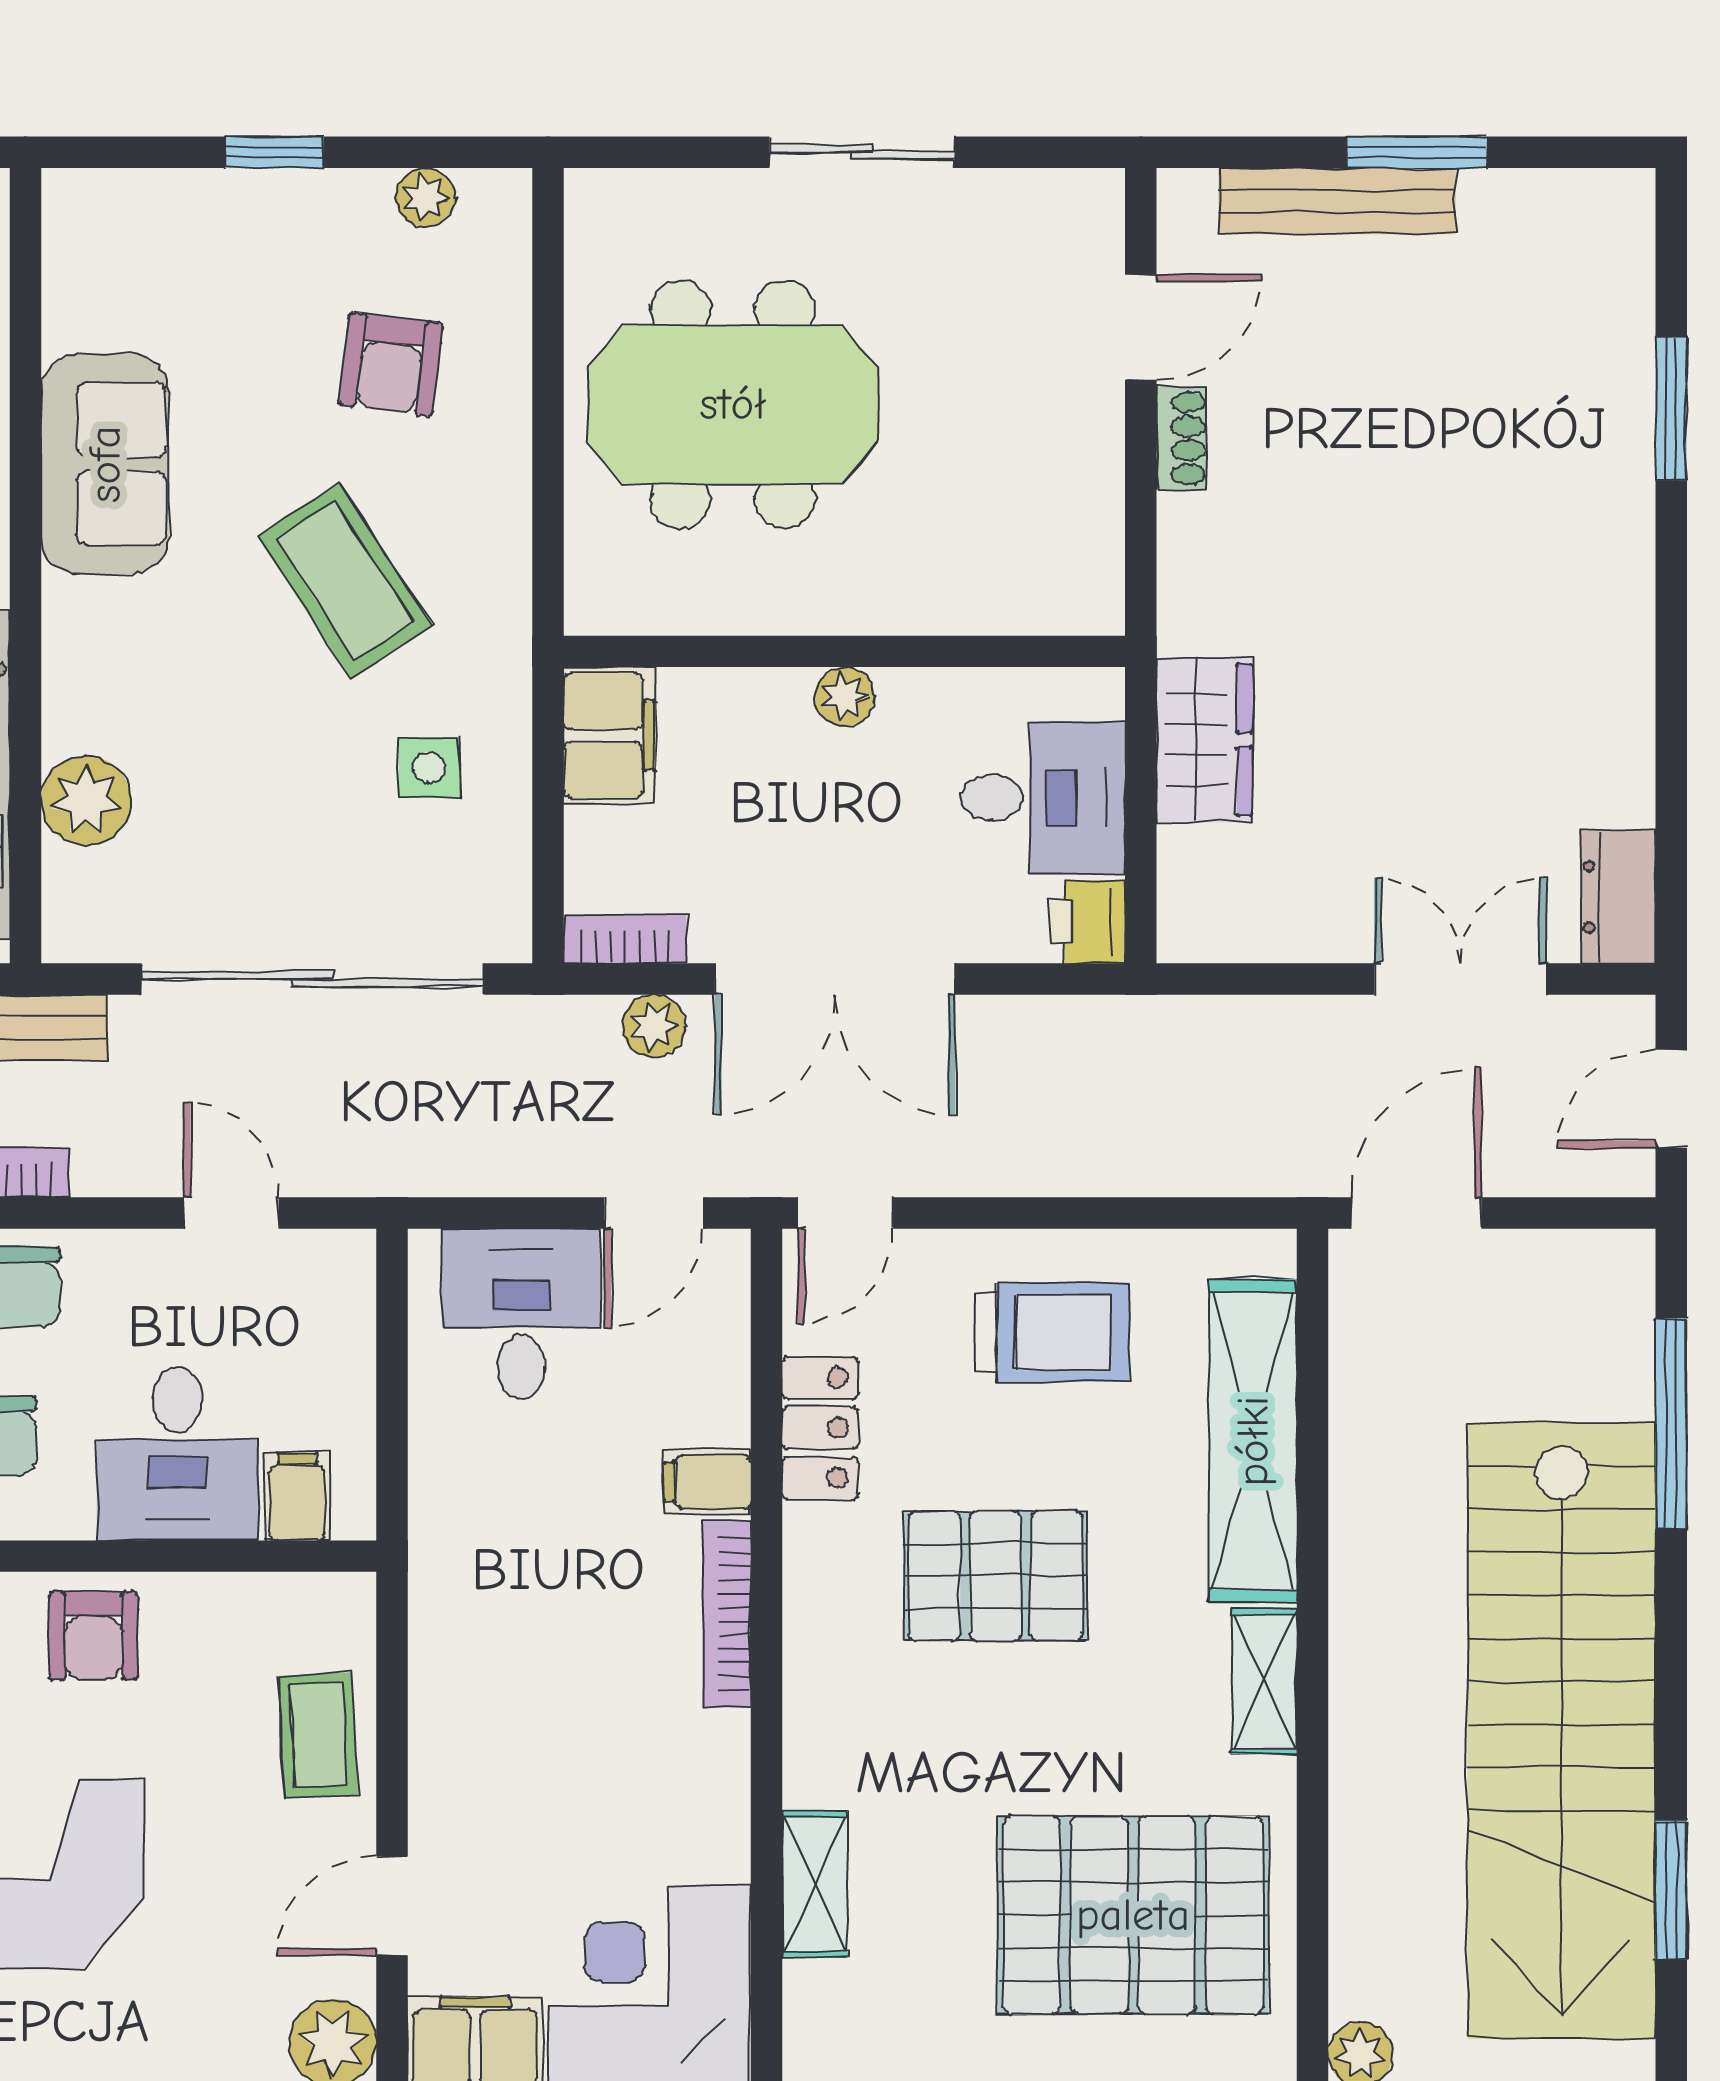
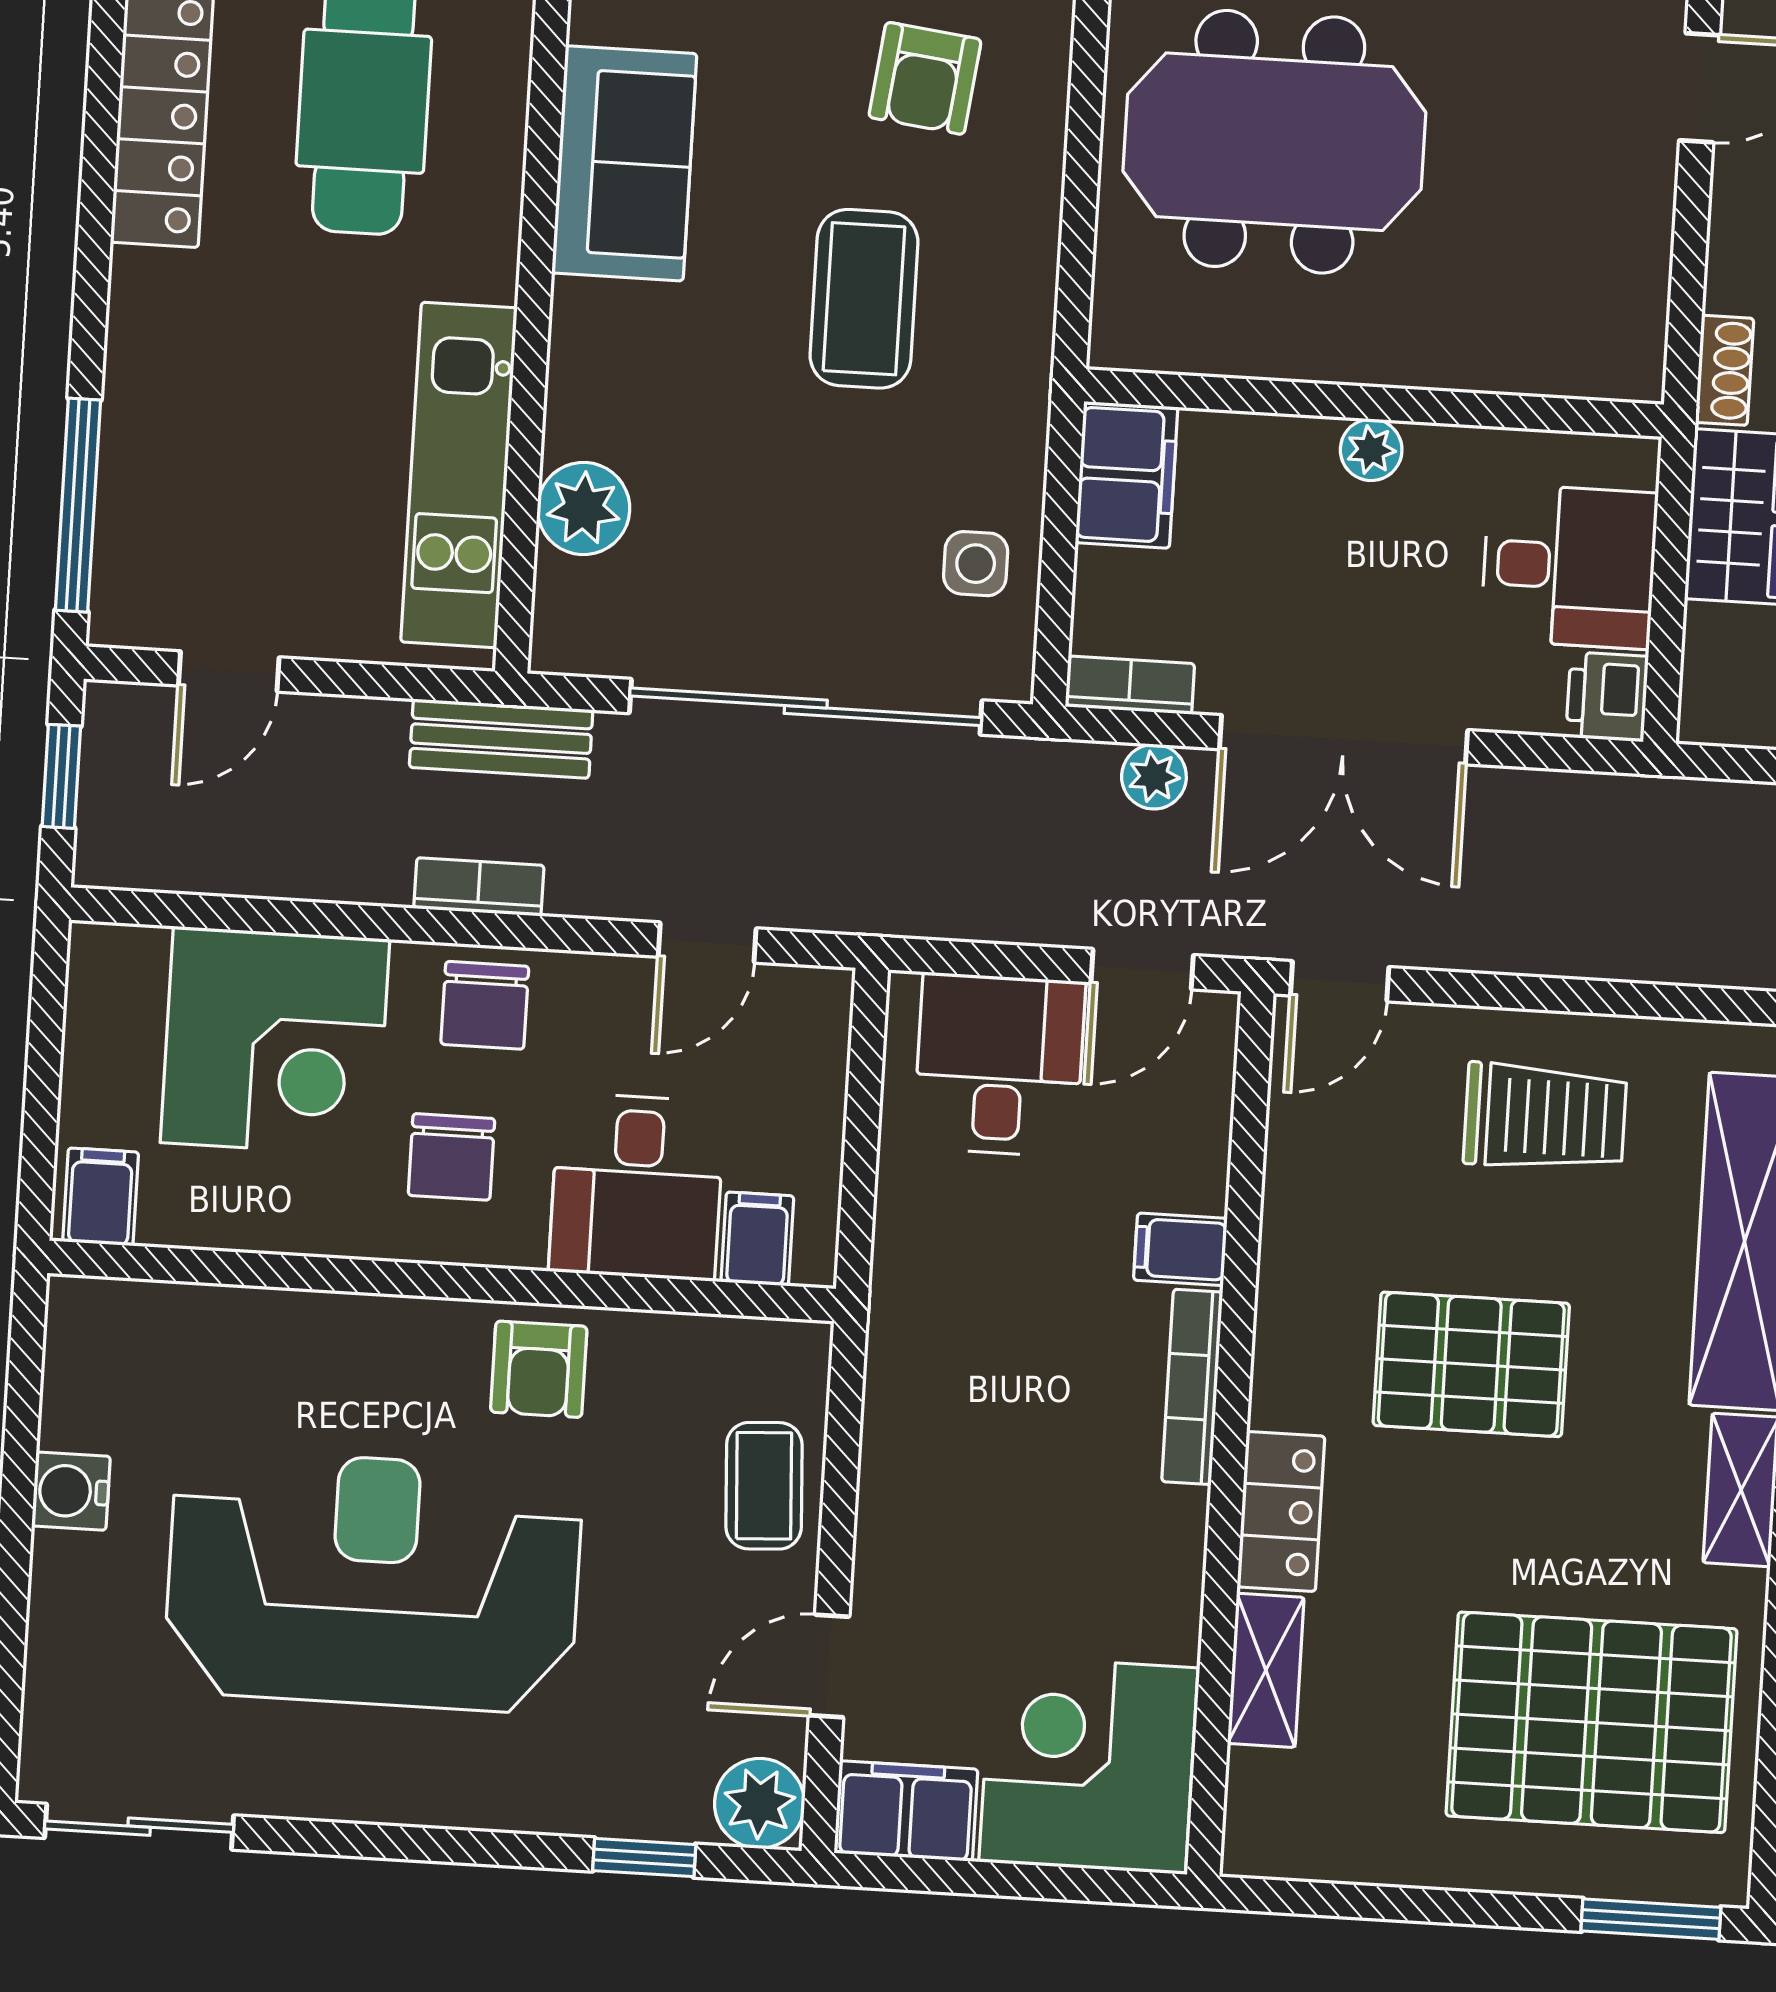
shoe rack: (1182, 438) -> (1724, 370), moved
coffee table: (345, 581) -> (864, 299), turned 33
side table: (429, 768) -> (976, 564), moved
door: (231, 1213) -> (707, 943), swing flipped
locker: (820, 1428) -> (1281, 1512), moved

